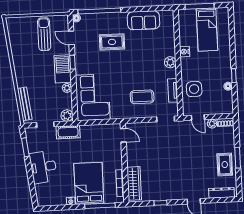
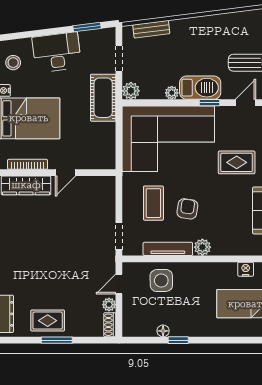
rug: (112, 42) -> (237, 162), turned 90
nightstand: (185, 52) -> (246, 269), moved
armchair: (145, 74) -> (187, 209), added
tv unit: (173, 90) -> (168, 249), width x1.41
corner sofa: (93, 97) -> (168, 139), width x1.36, depth x1.36
bench: (25, 104) -> (151, 29), width x0.73
cot: (68, 132) -> (103, 98), width x1.37, depth x1.34
door: (123, 135) -> (66, 173), moved
stool: (52, 196) -> (13, 63), added

